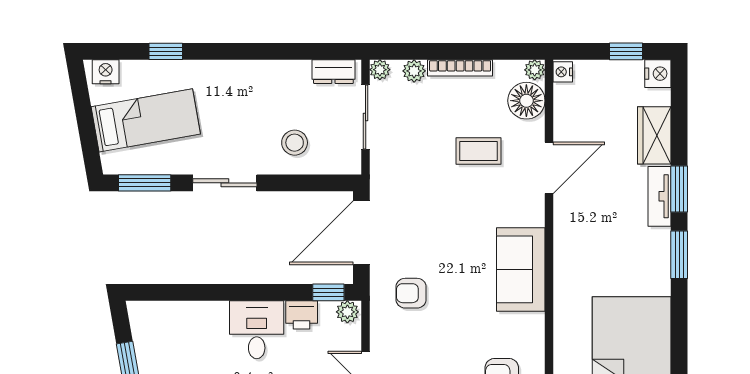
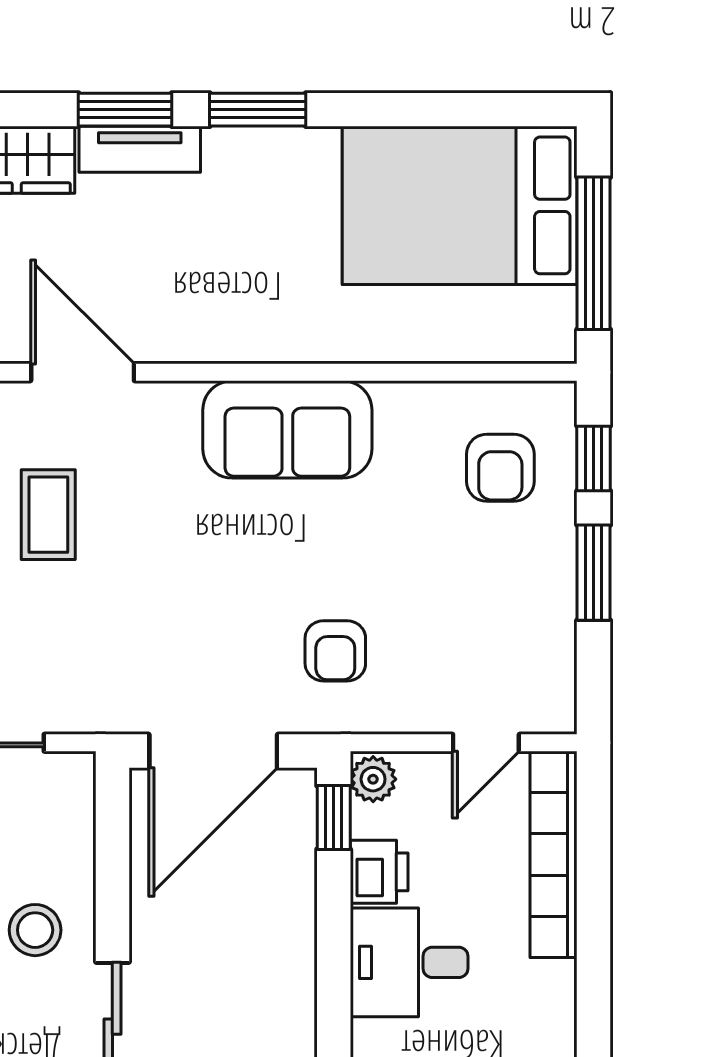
stool: (295, 143) -> (35, 930), moved
door: (361, 233) -> (213, 751), hinge flipped

